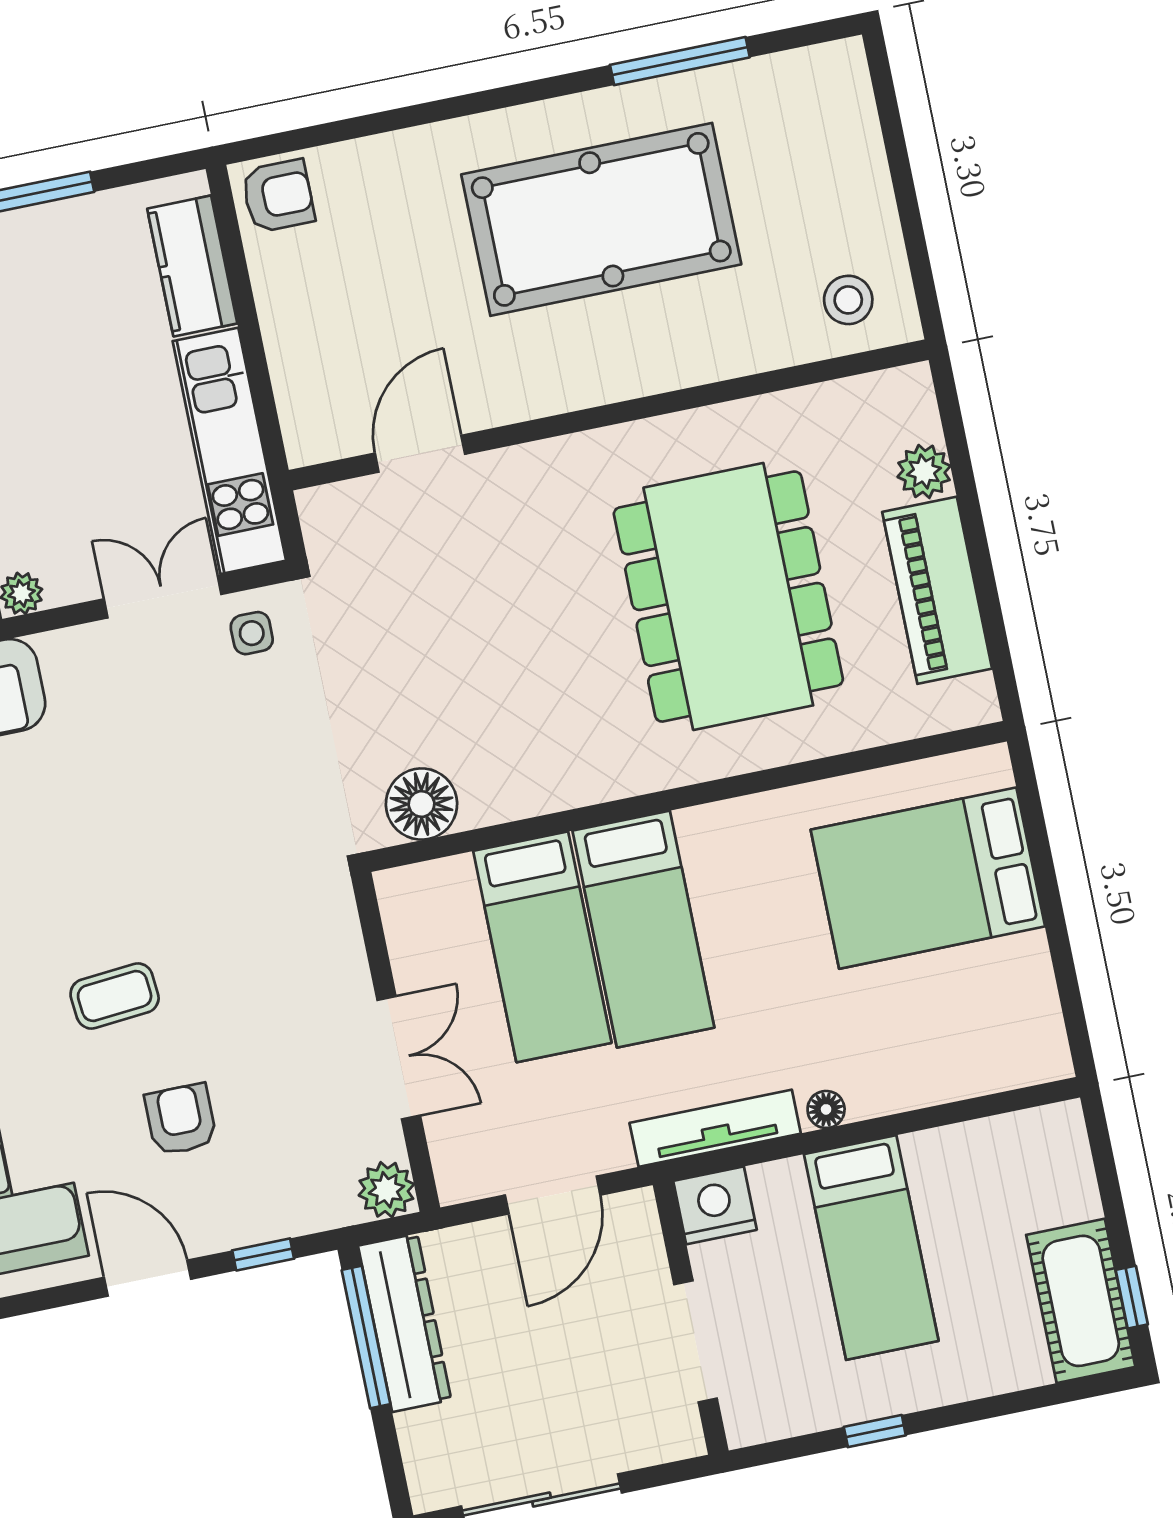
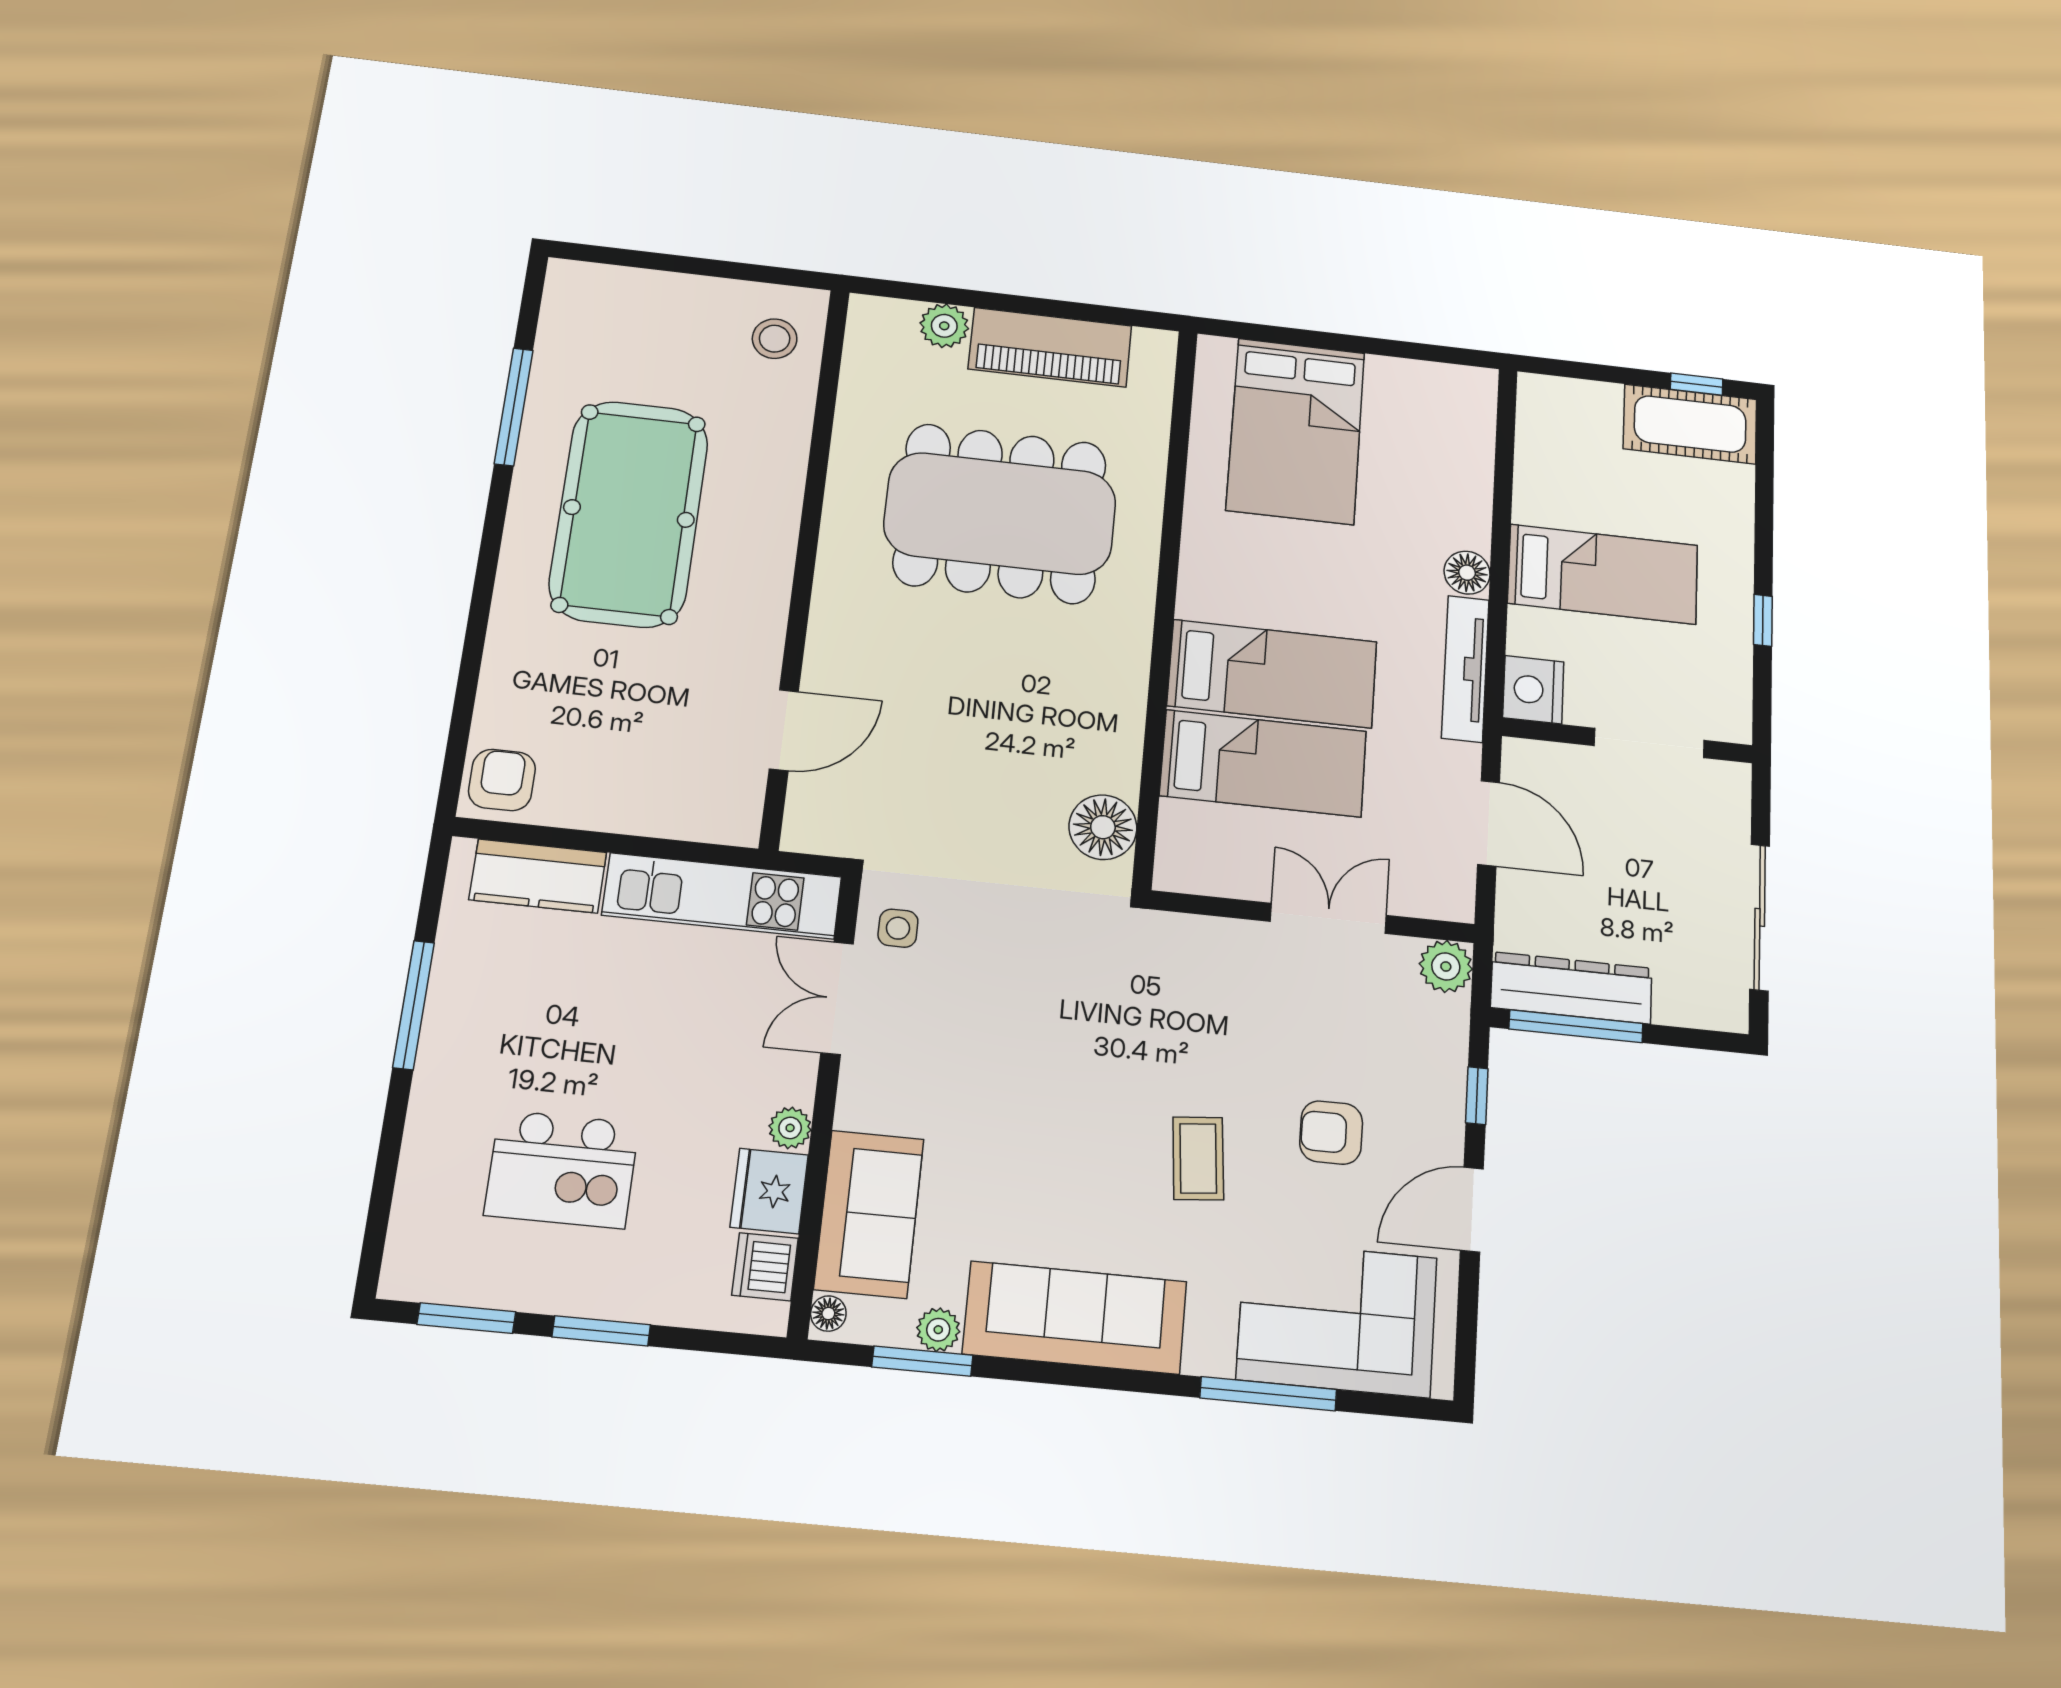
door: (420, 454) -> (784, 730), swing flipped
floor lamp: (826, 1109) -> (1467, 573), width x1.37, depth x1.37

